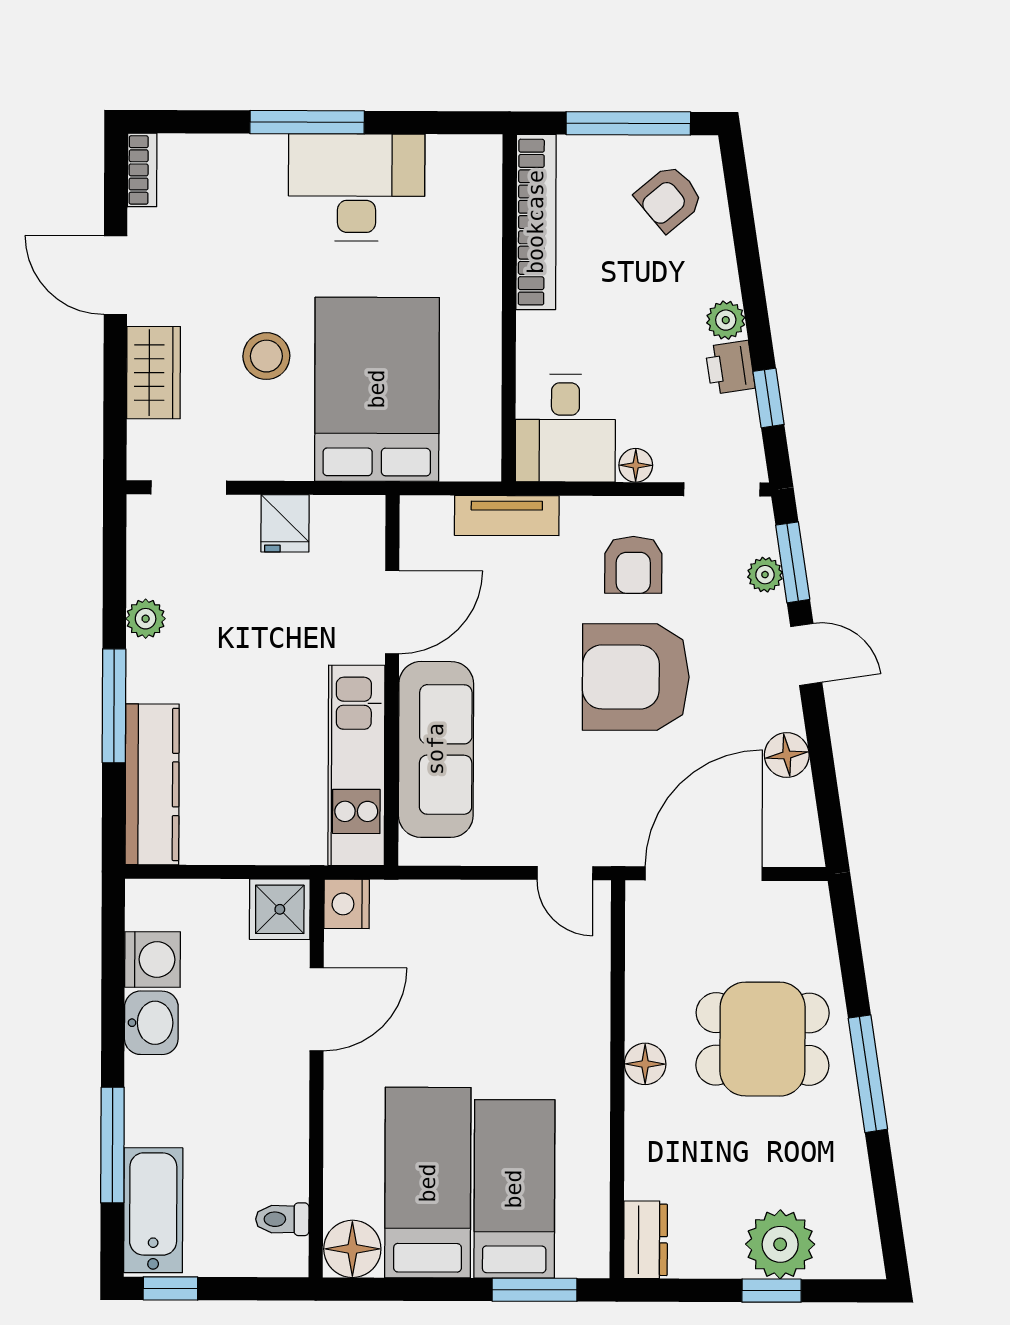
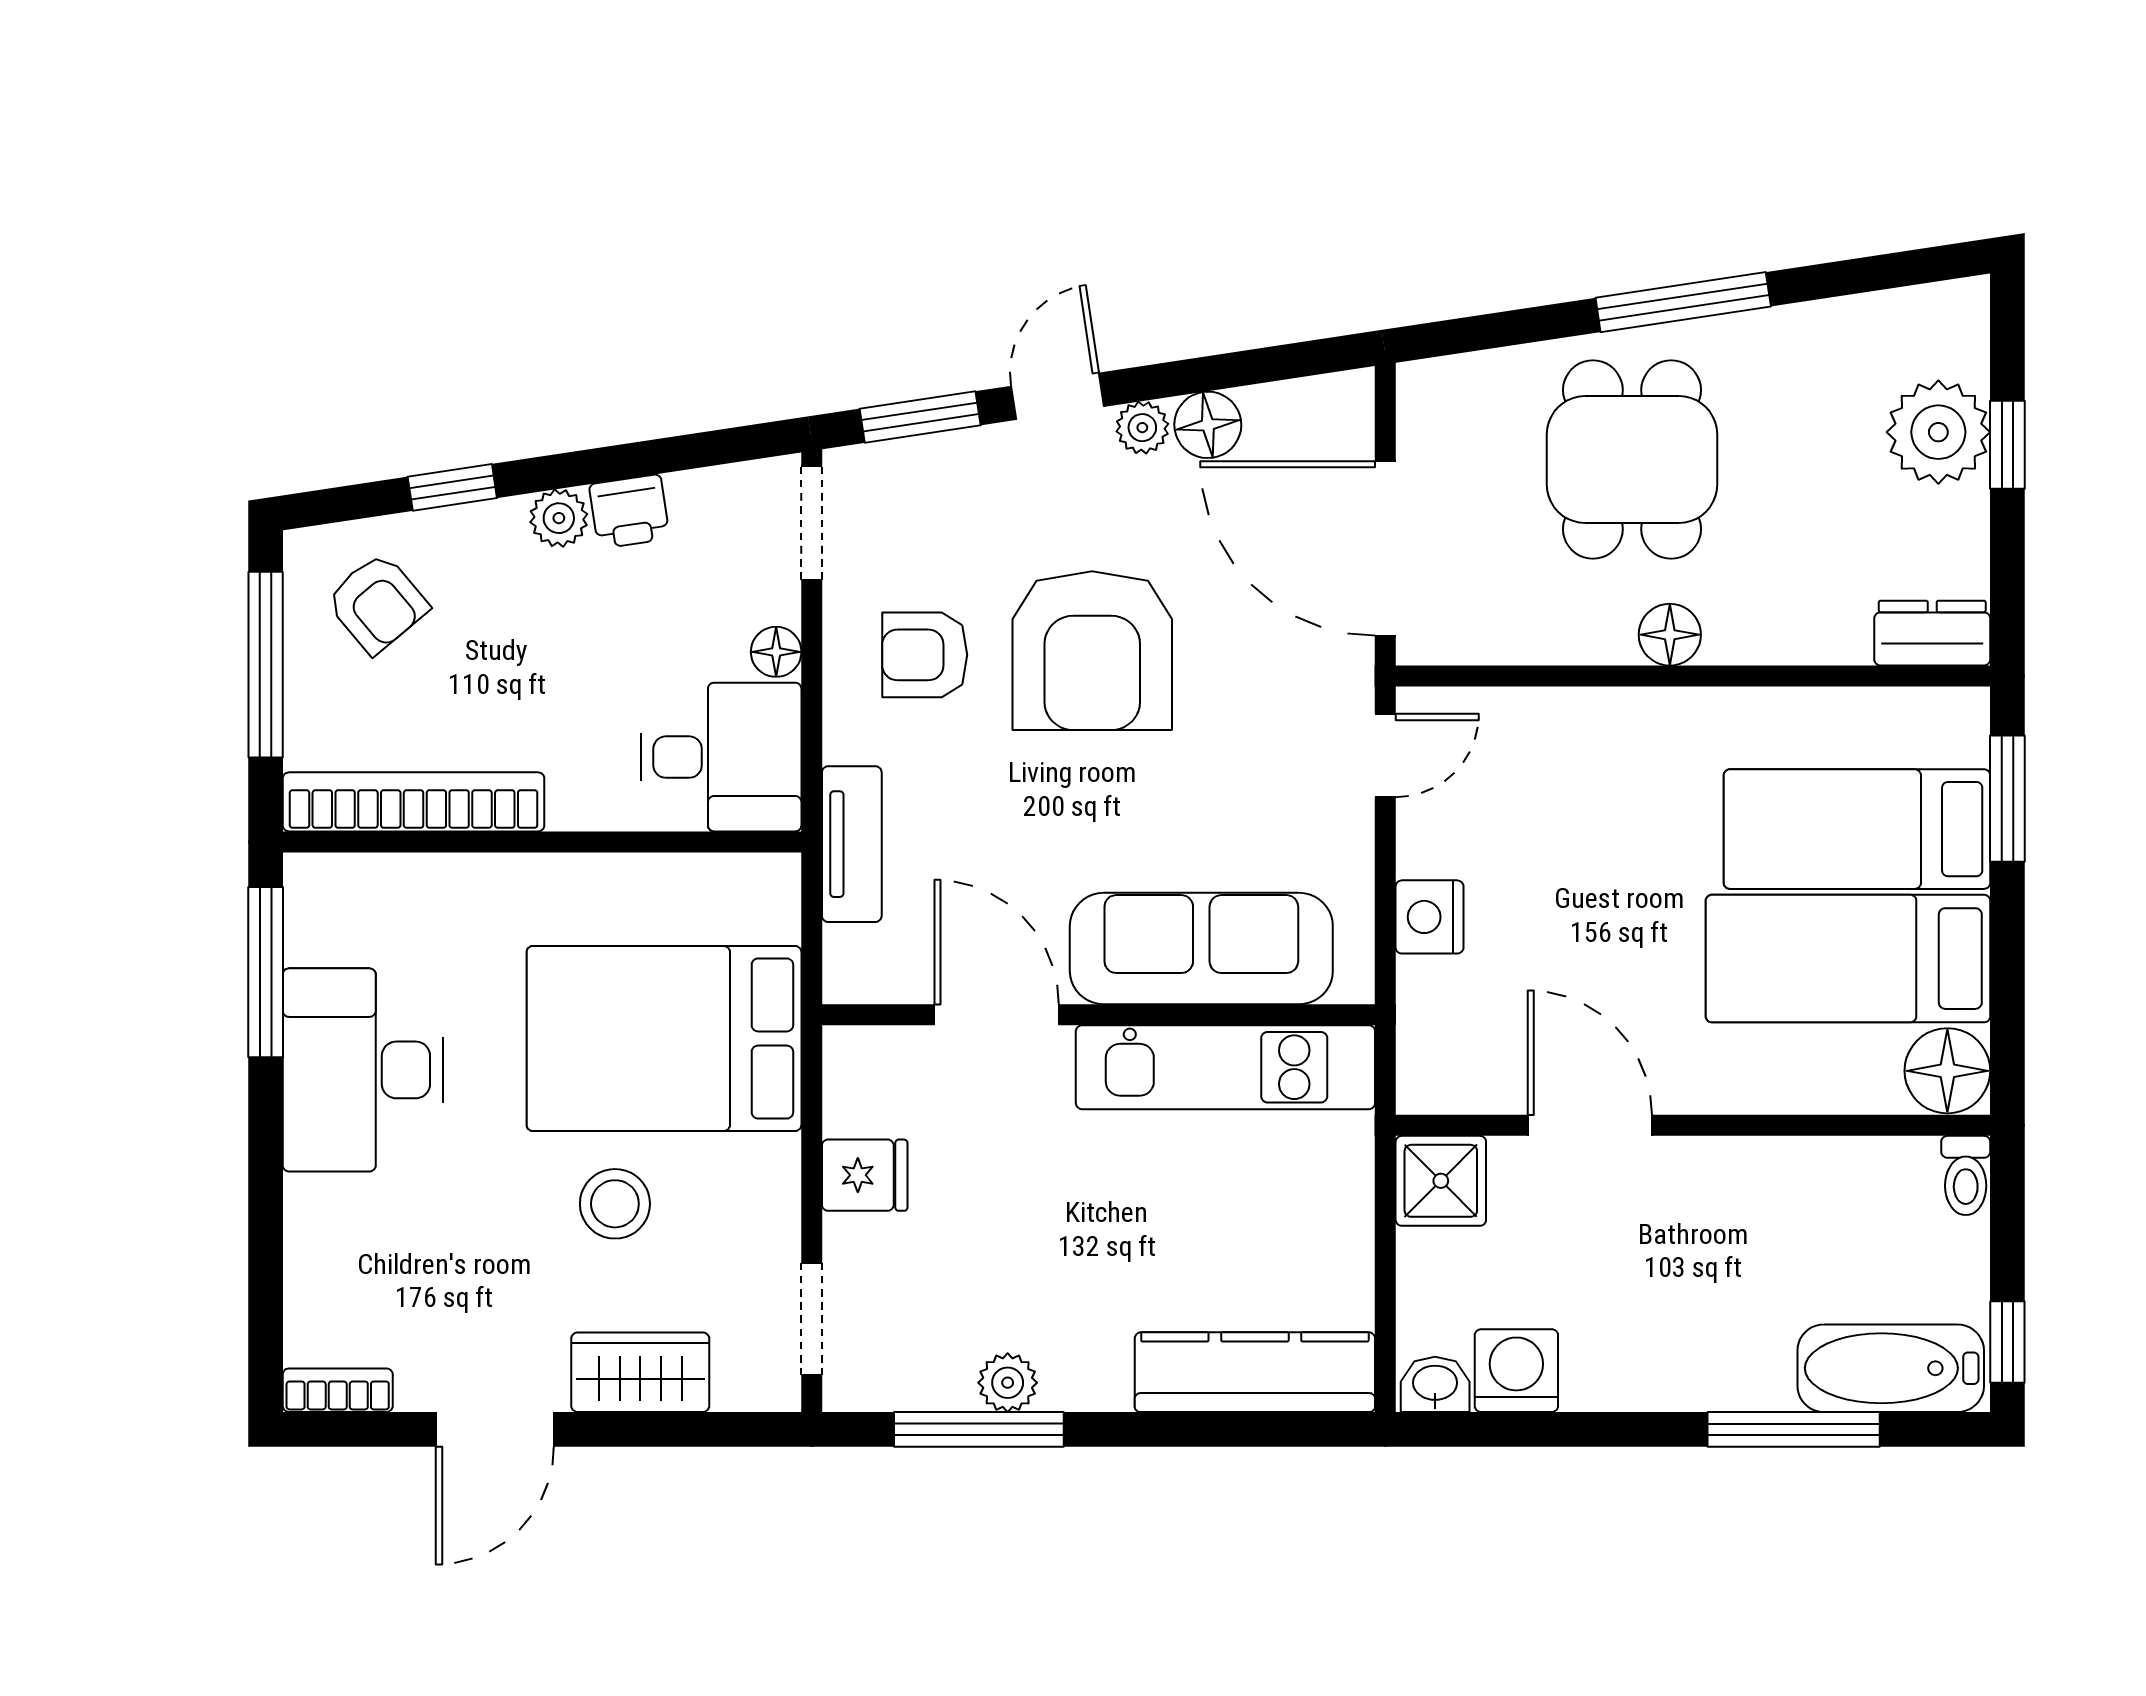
window: (307, 122) -> (266, 972), moved
window: (769, 398) -> (452, 487), moved
armchair: (633, 565) -> (925, 655), turned 180
plant: (765, 575) -> (1142, 428), moved
window: (114, 706) -> (979, 1429), moved
nightstand: (347, 904) -> (1430, 917), moved, turned 90
washbasin: (151, 1023) -> (1435, 1384), moved, width x0.72, depth x0.69
toilet: (282, 1219) -> (1966, 1175), moved

